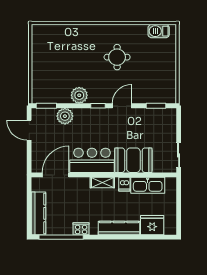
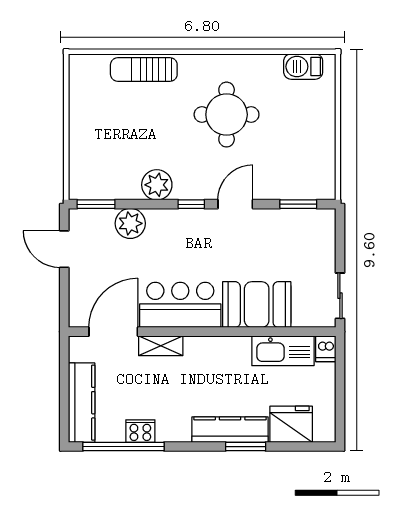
sun lounger: (72, 33) -> (144, 70), added
round table: (117, 57) -> (227, 115), width x1.36, depth x1.36
shelving: (102, 183) -> (161, 346), moved
dishwasher: (124, 184) -> (326, 349), moved
cooker: (81, 229) -> (140, 431), moved
window: (127, 237) -> (246, 447), added

